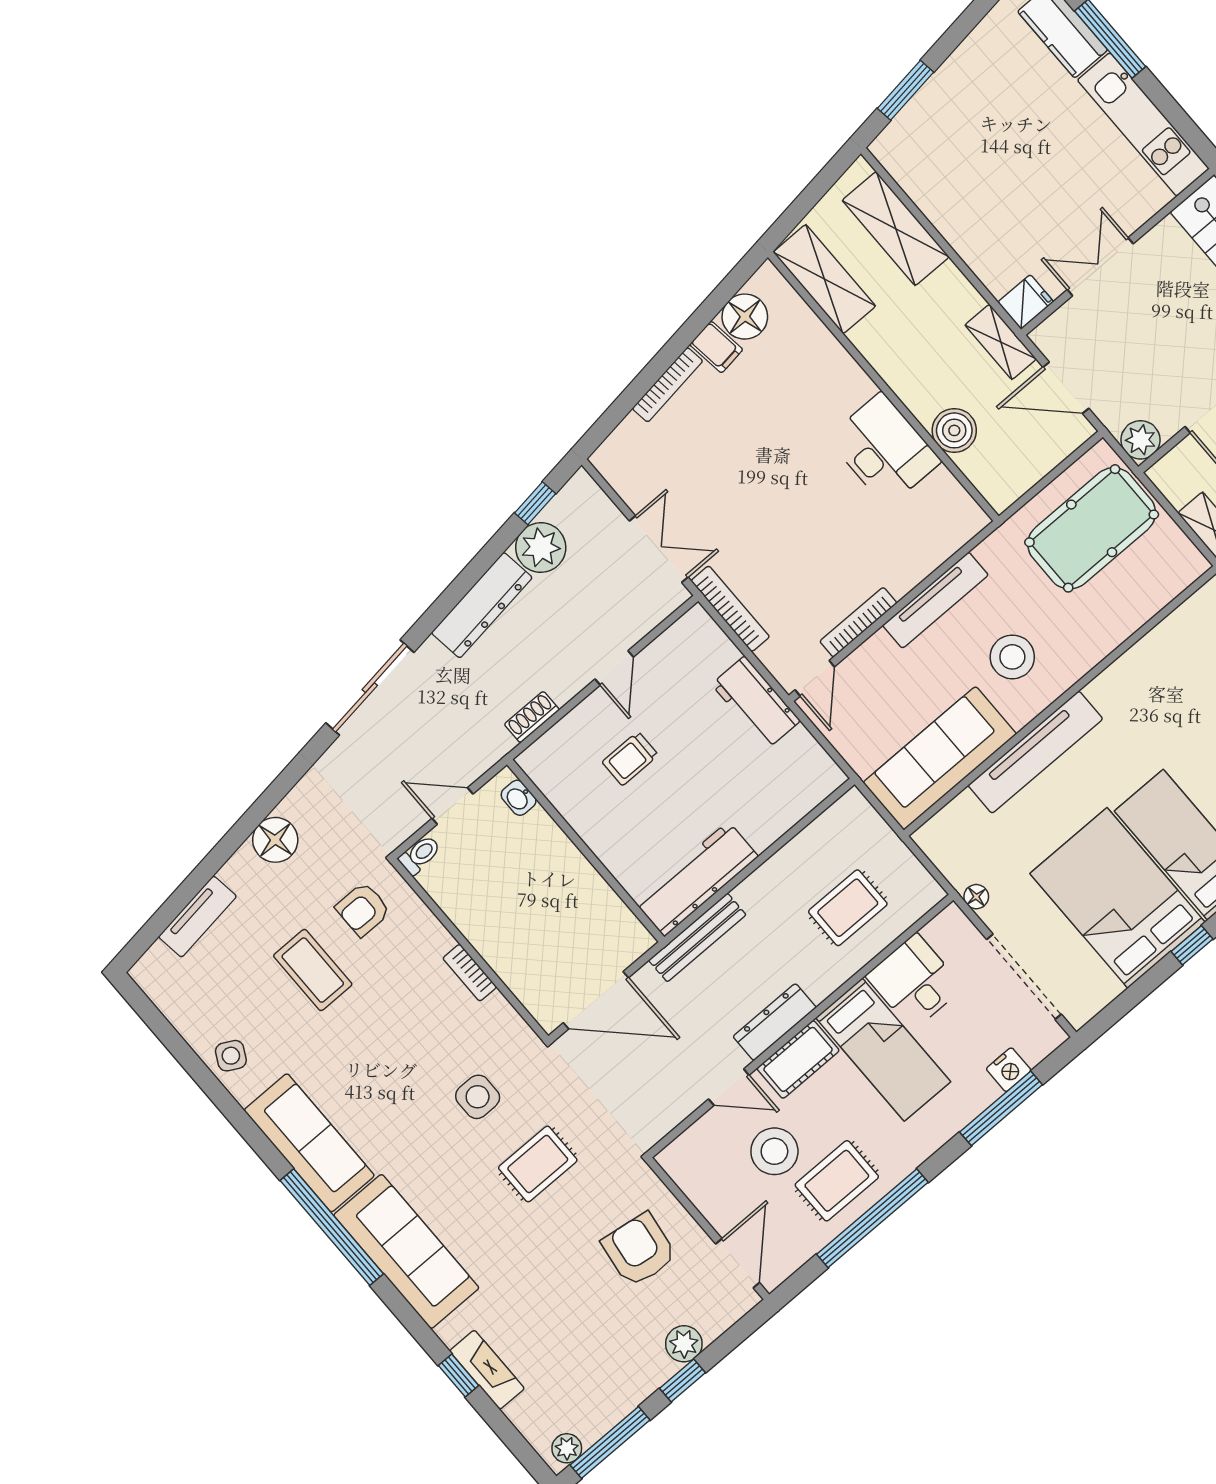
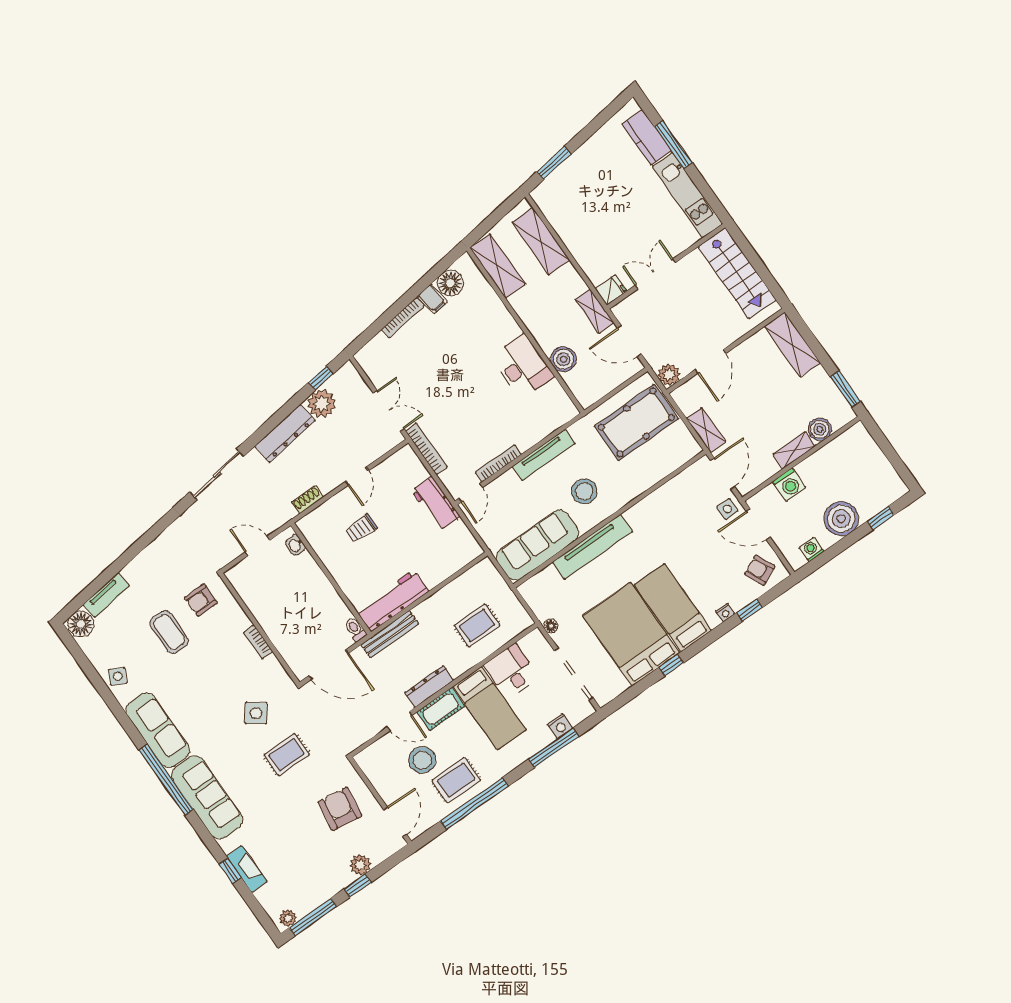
floor lamp: (275, 840) -> (81, 624), moved
toilet: (420, 855) -> (355, 629), moved, turned -90
side table: (478, 1097) -> (256, 713), turned 36

